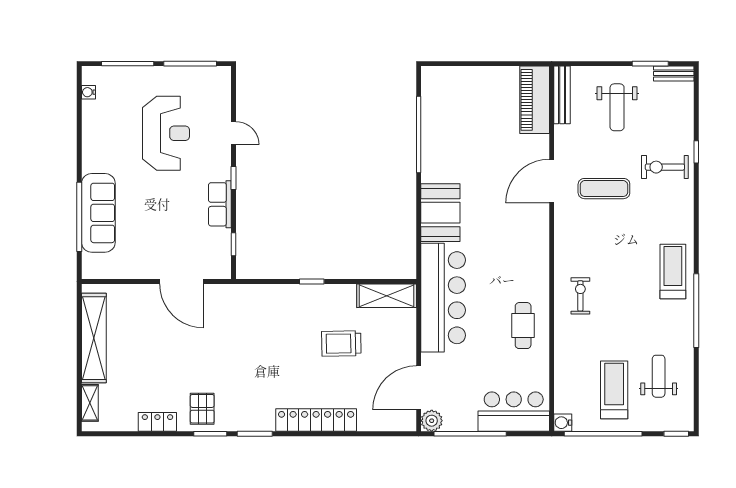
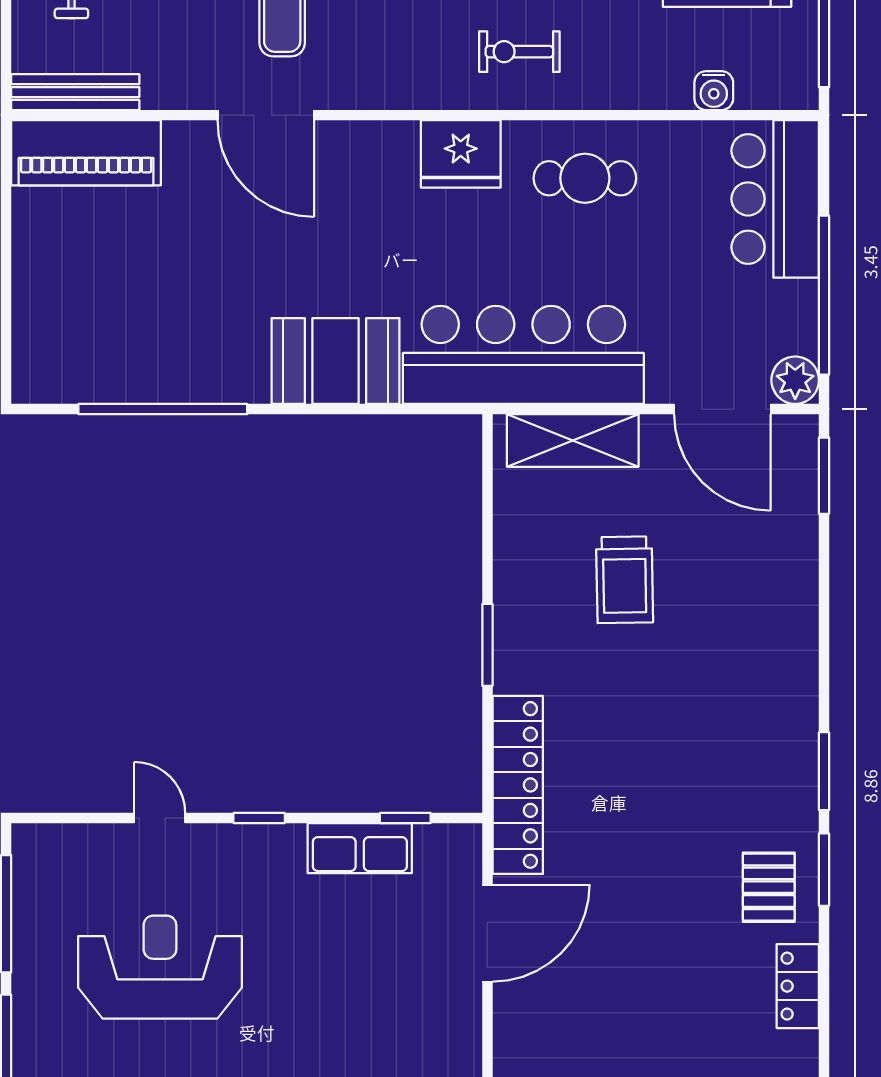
door: (234, 133) -> (160, 818), hinge flipped
row of seats: (220, 204) -> (360, 848), moved
fridge: (534, 269) -> (461, 154), added
window: (312, 281) -> (487, 645), width x1.50
shelving: (387, 296) -> (573, 440), moved, turned 90
pallet: (202, 409) -> (769, 887), turned 90
locker: (316, 420) -> (518, 785), moved, turned 180
water cooler: (563, 423) -> (714, 91), moved
window: (388, 434) -> (824, 476), added

